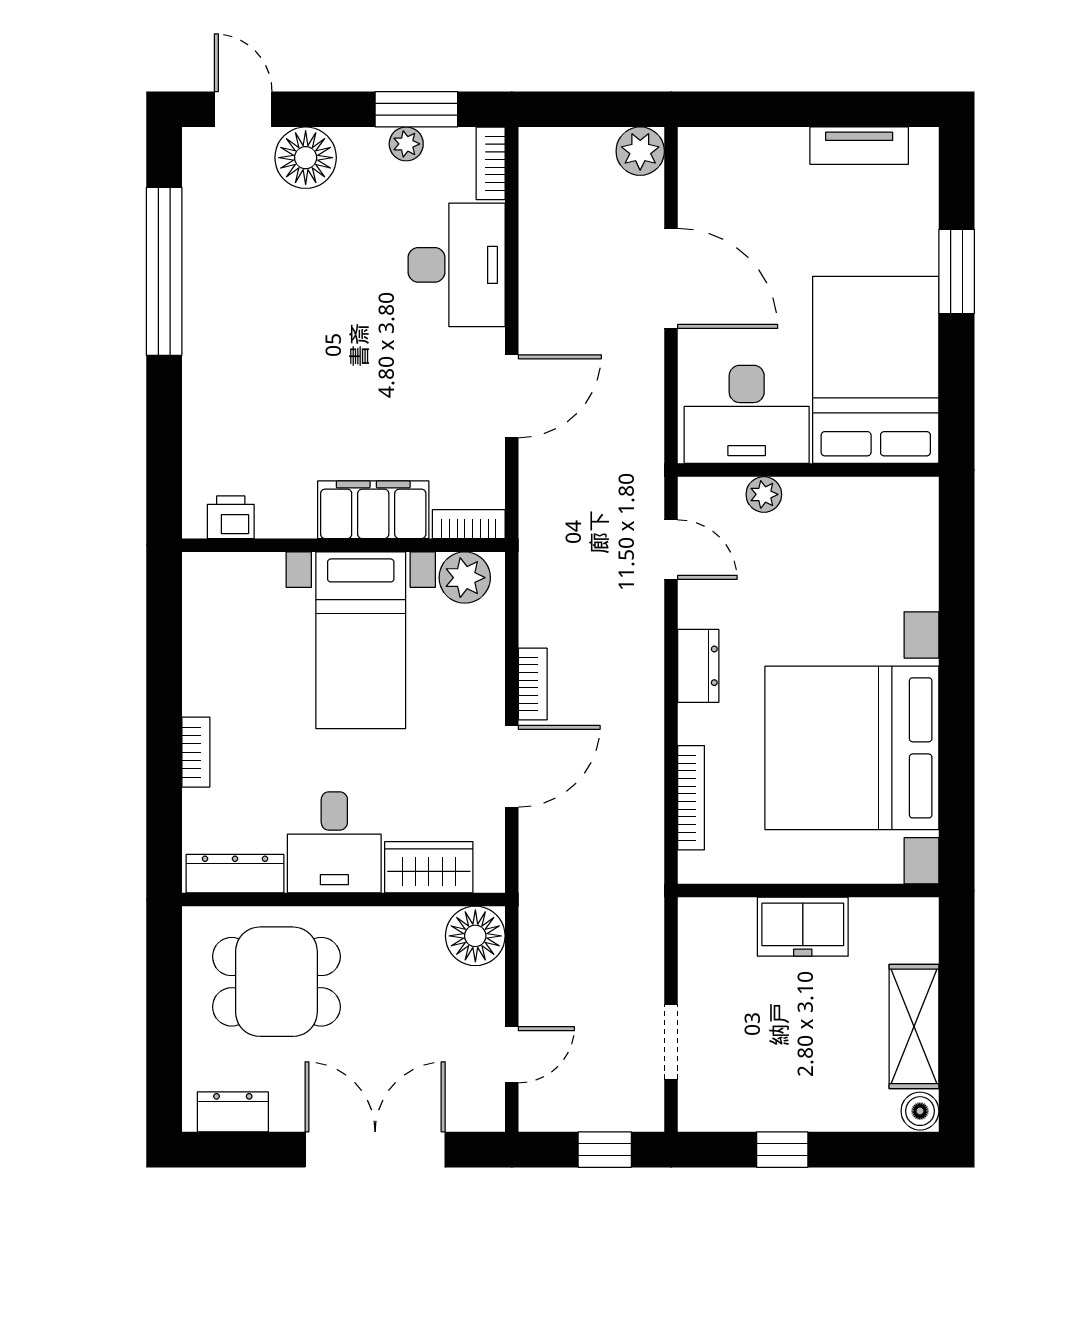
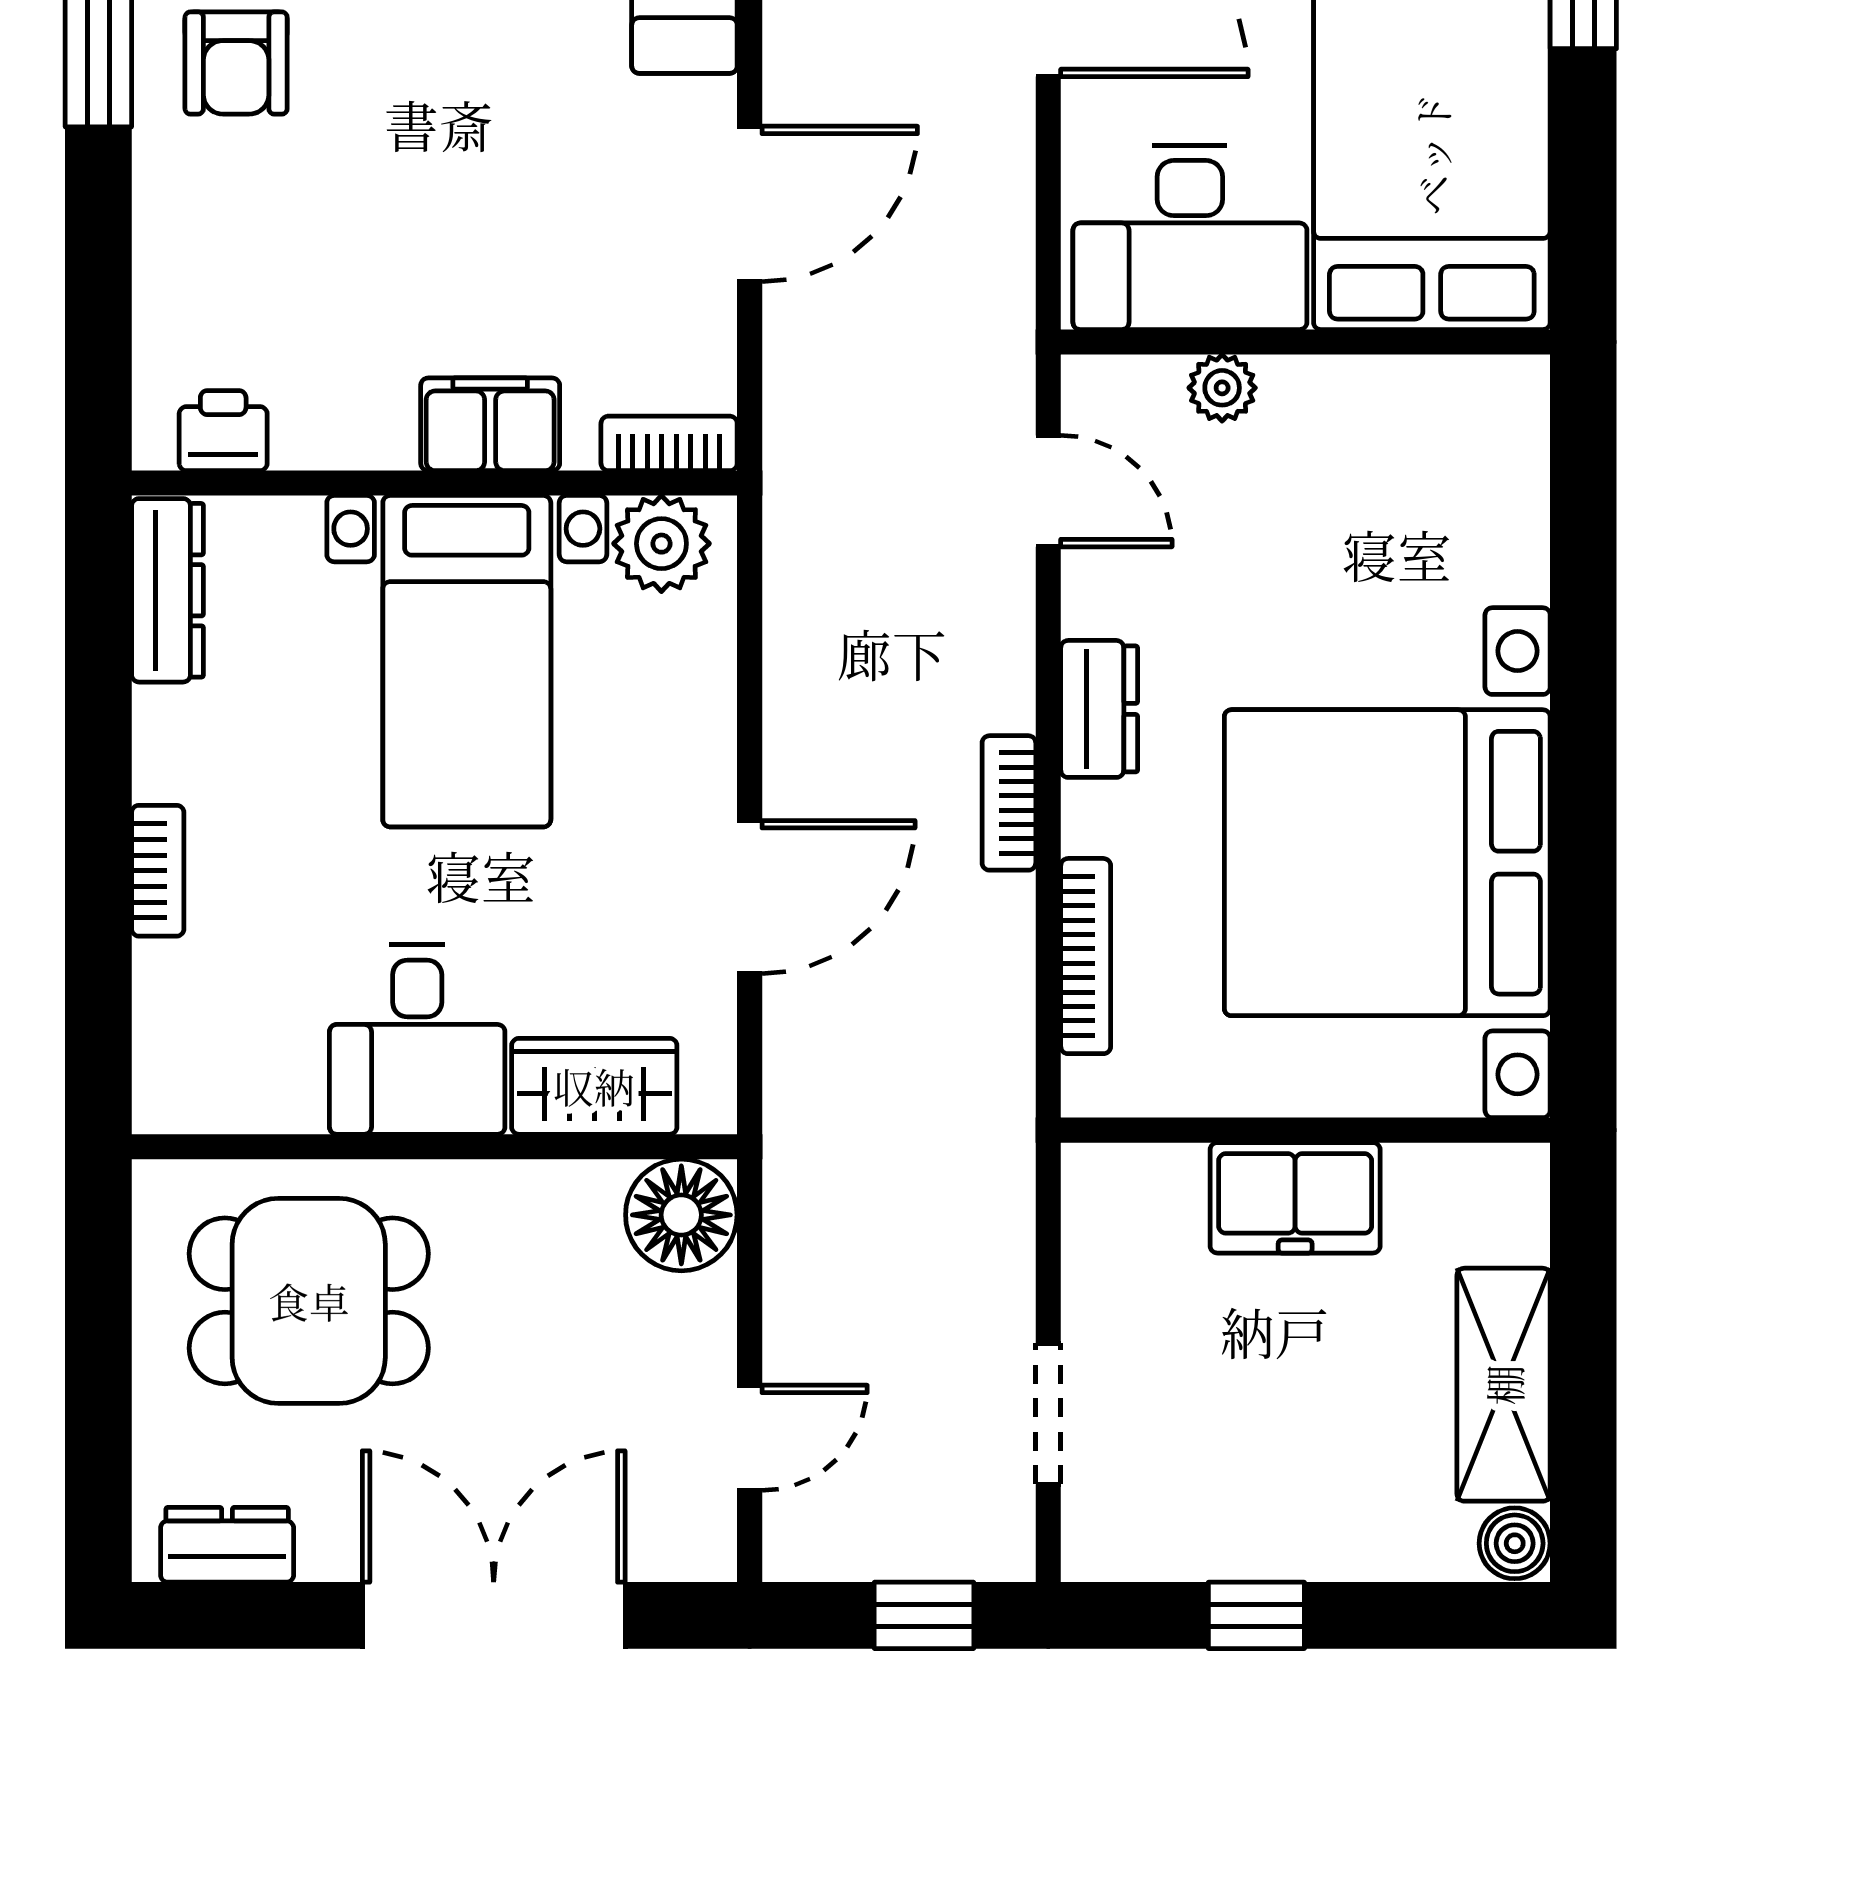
armchair: (238, 321) -> (236, 63), added
filing cabinet: (373, 510) -> (490, 424), width x0.67, depth x0.86
bookcase: (533, 684) -> (1009, 803), moved, turned 180
dresser: (235, 874) -> (167, 590), moved, turned 90

